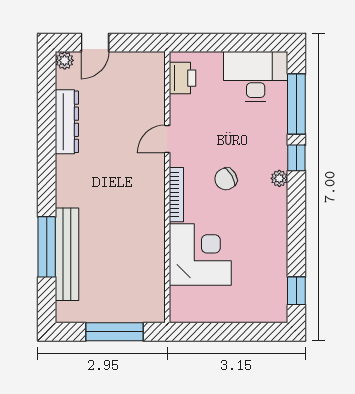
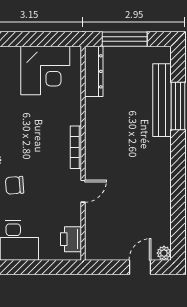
dresser: (67, 122) -> (94, 71), moved, turned 180
chair: (226, 179) -> (15, 185), moved, turned -153
corner desk: (200, 254) -> (45, 70), moved, turned -90

